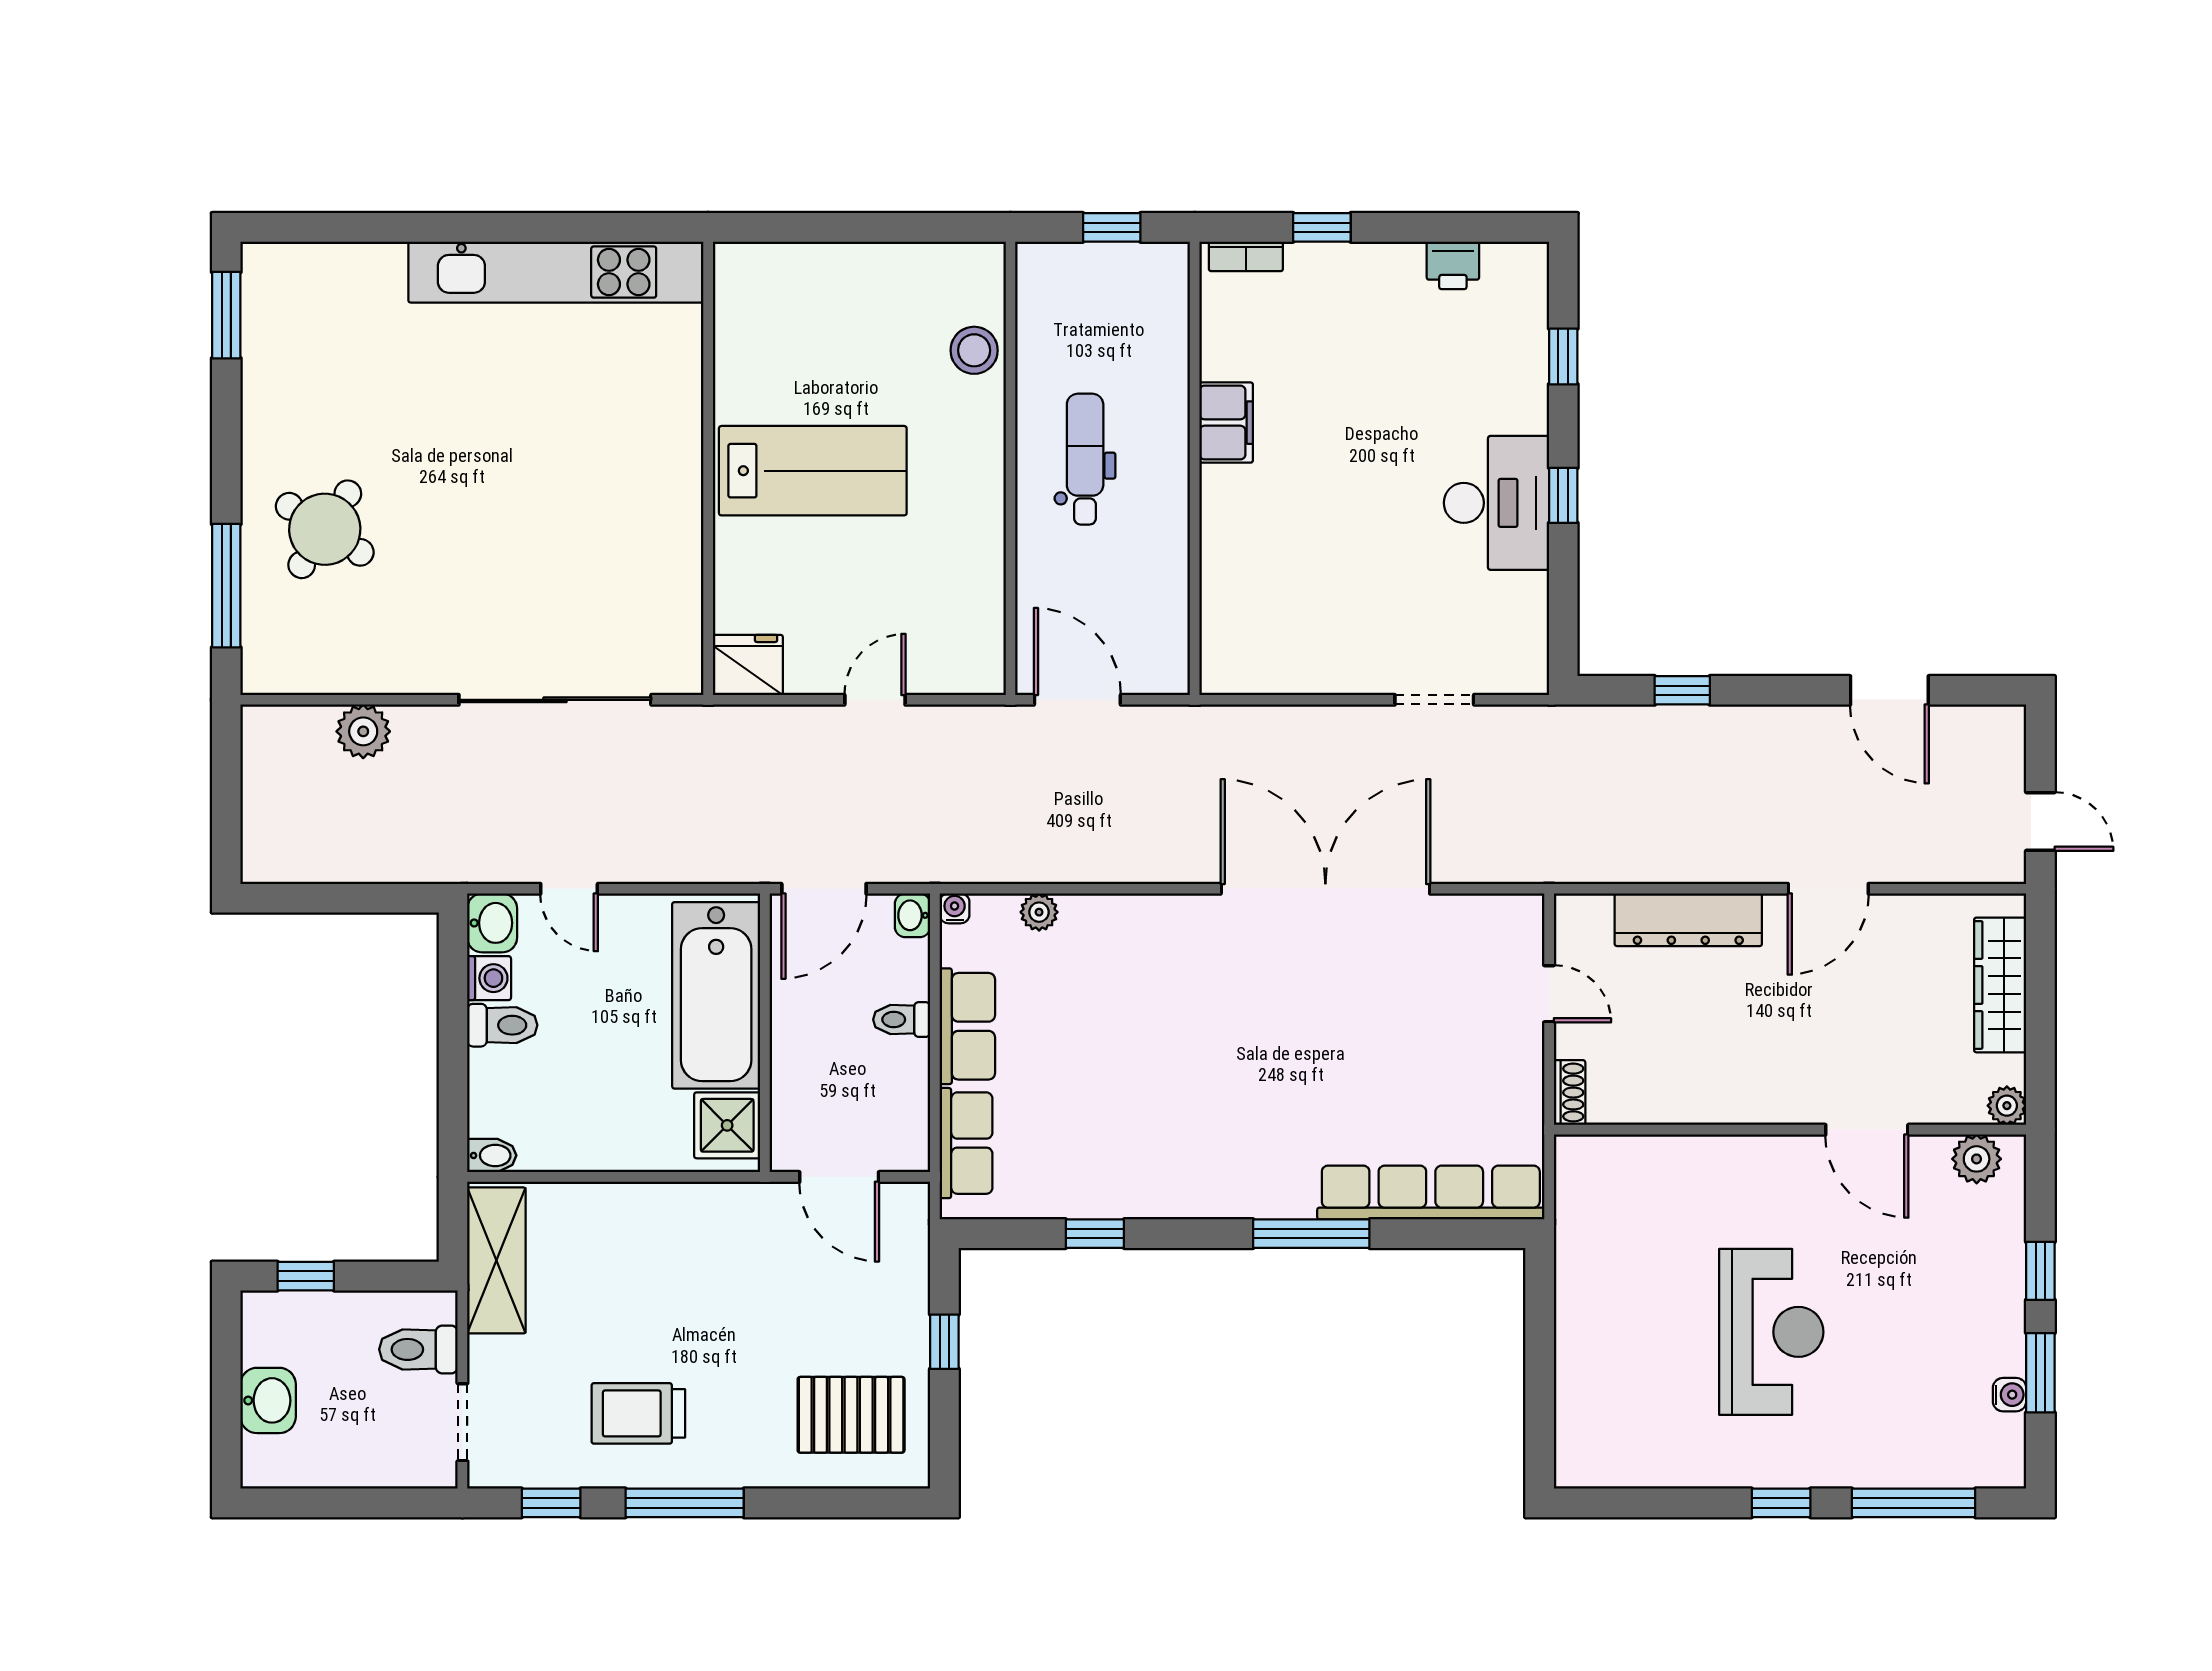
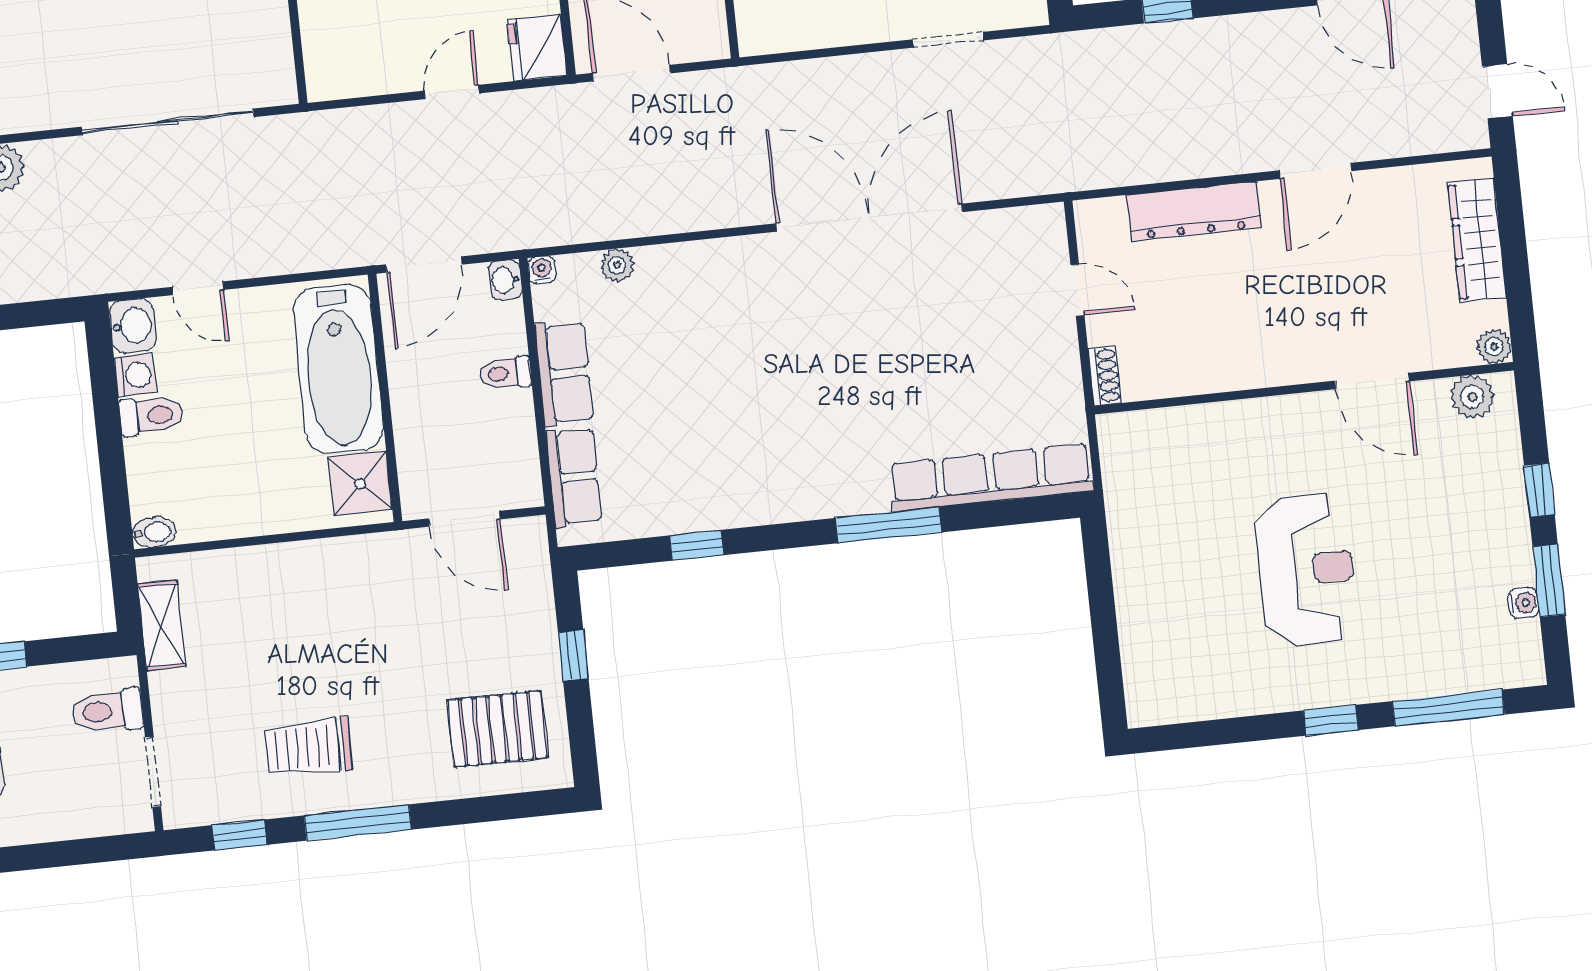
fridge: (748, 665) -> (537, 47), moved, turned -90
shelving: (496, 1260) -> (162, 626), width x0.67, depth x0.75

